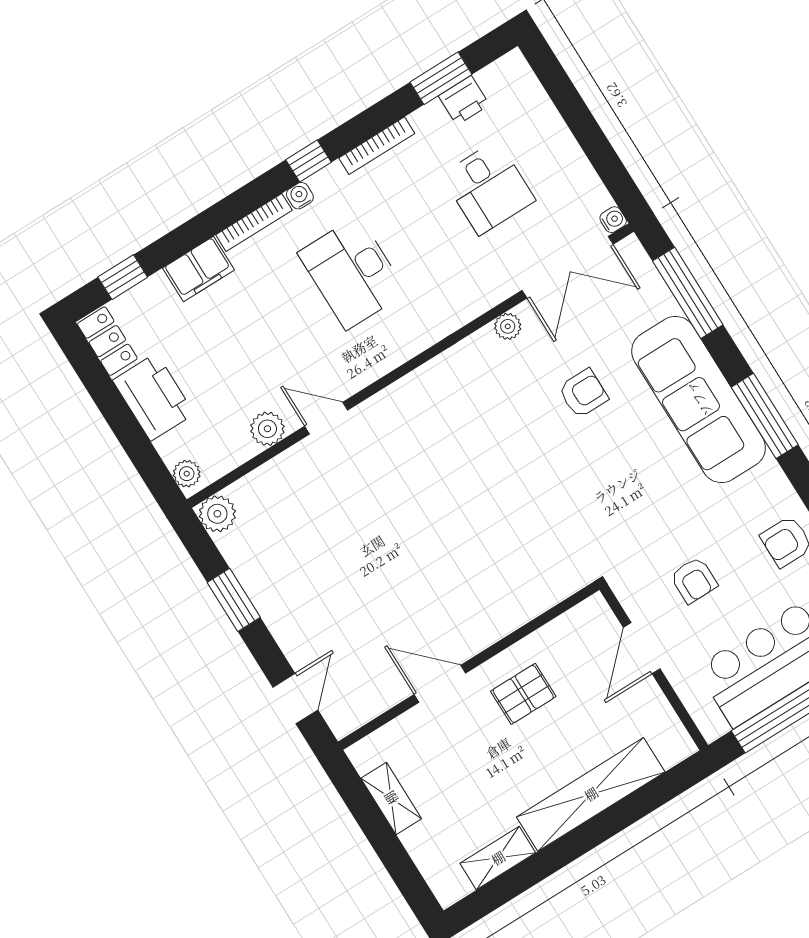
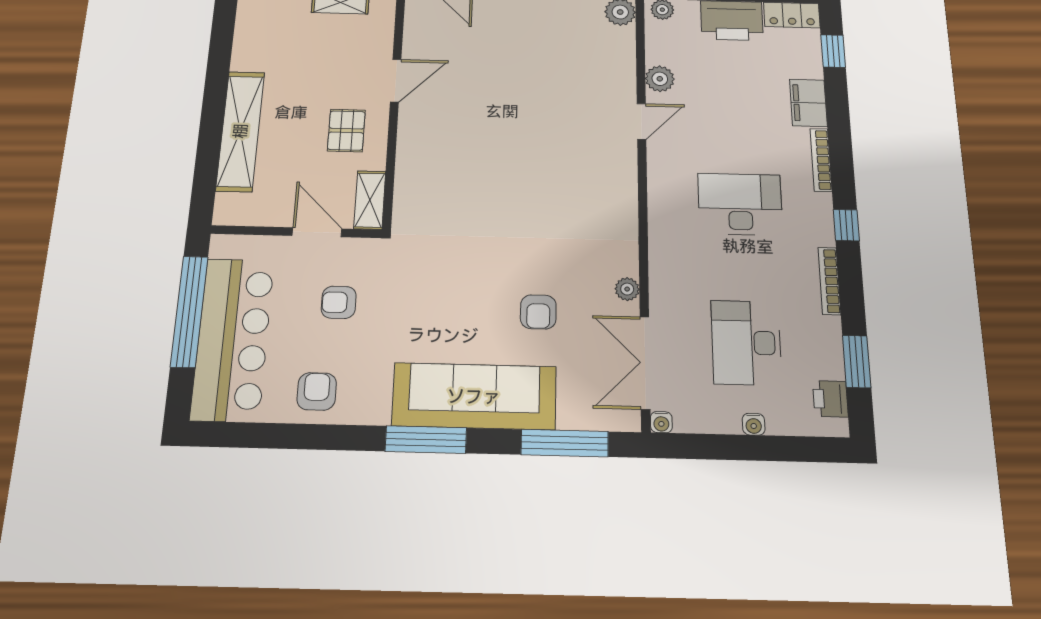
printer: (464, 100) -> (830, 399), moved
desk: (488, 188) -> (746, 343), width x1.37
water cooler: (300, 196) -> (754, 424), moved, turned 90
shelving: (498, 858) -> (370, 200), moved

